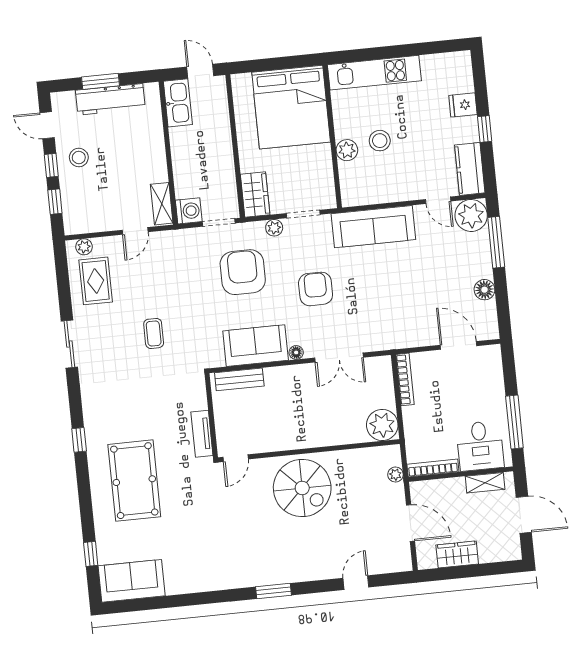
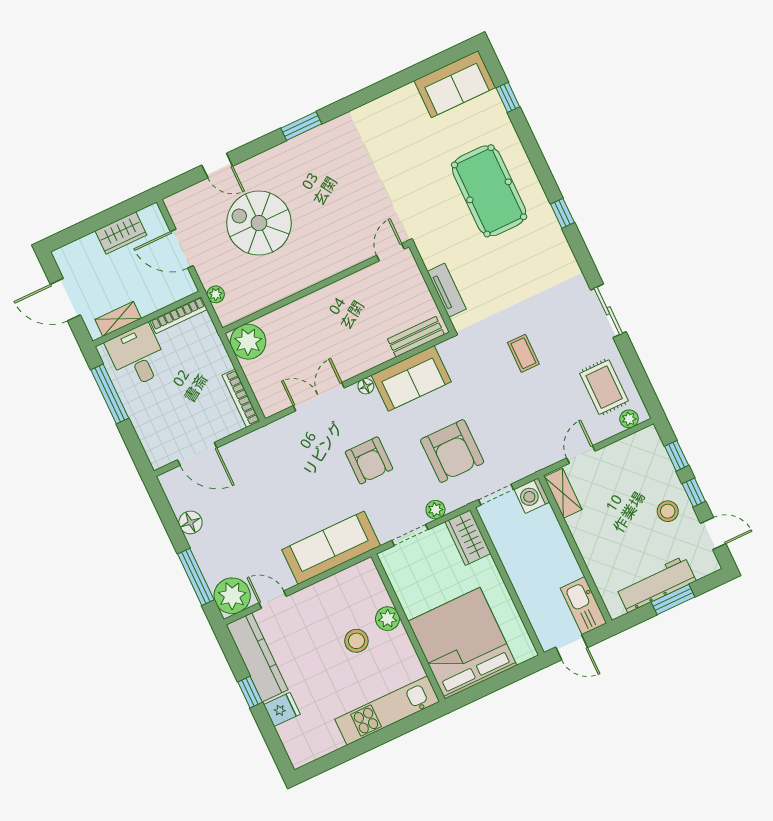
kitchen counter: (470, 169) -> (257, 657), width x1.50
tv unit: (202, 434) -> (447, 290), moved
spiral stairs: (302, 488) -> (259, 223), moved
door: (356, 583) -> (217, 166), hinge flipped

